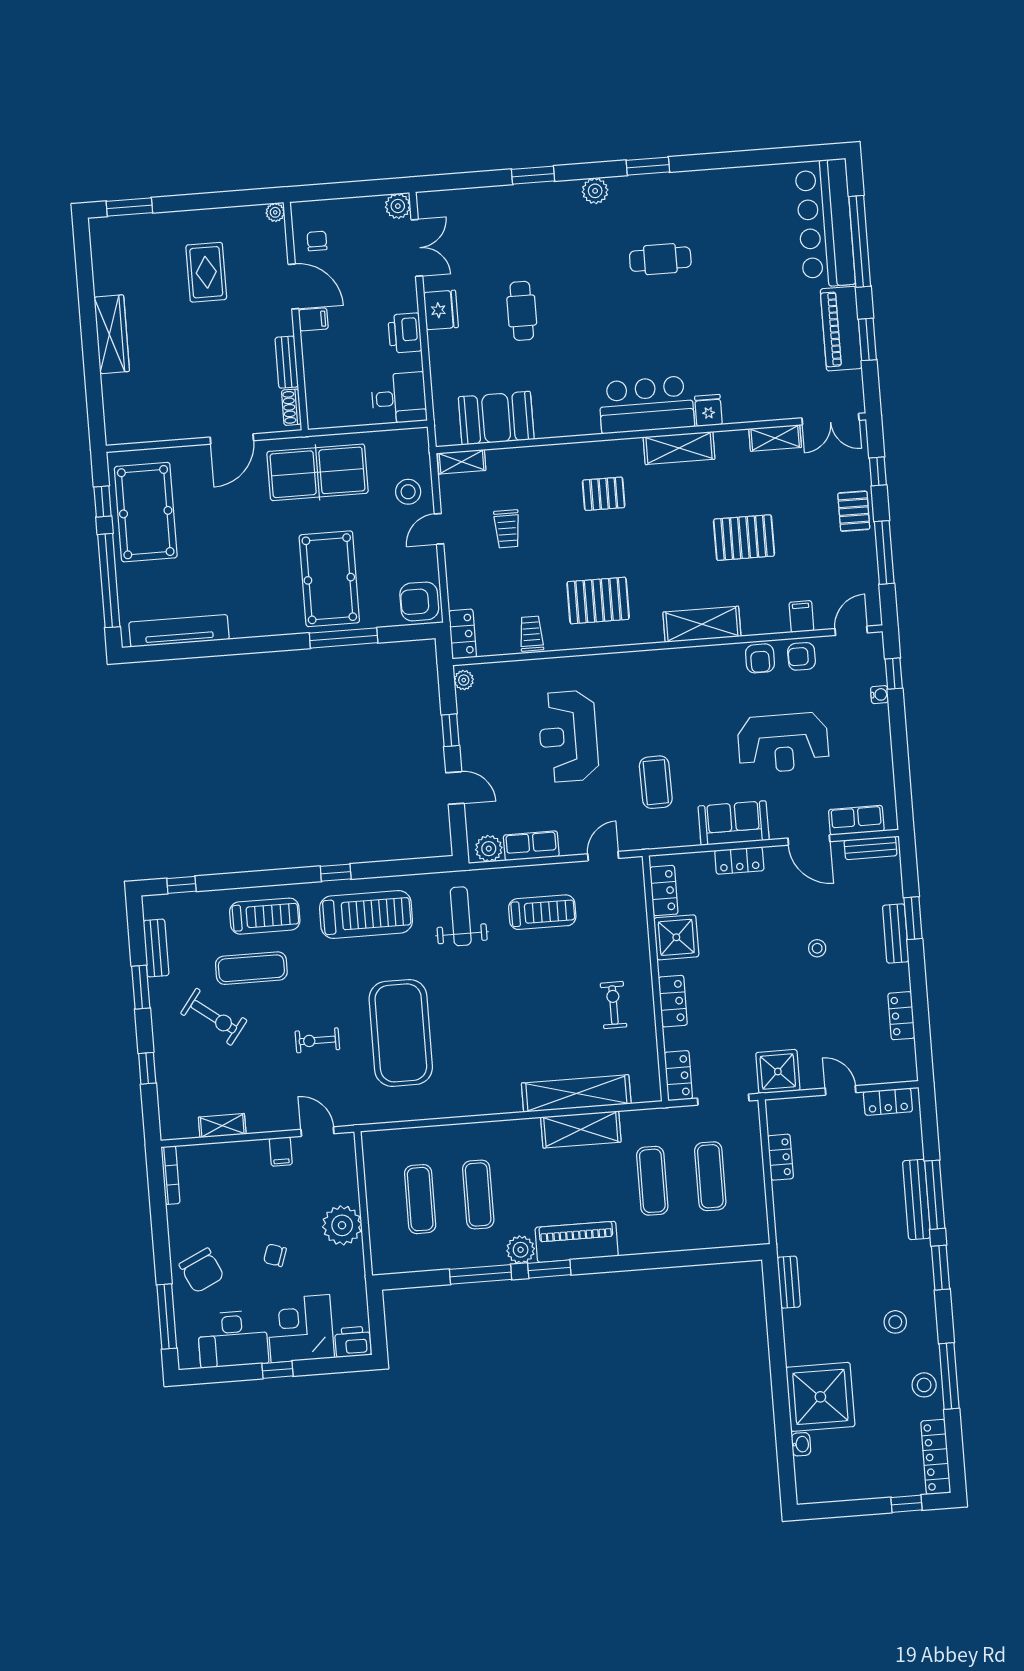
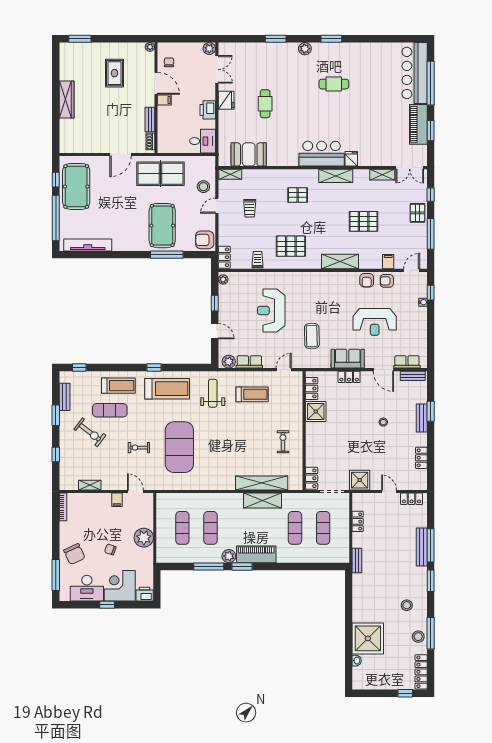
locker: (673, 1001) -> (312, 442), removed
bench: (789, 1282) -> (357, 560), moved

